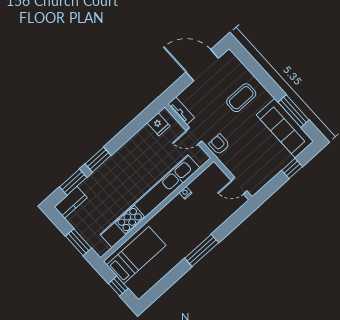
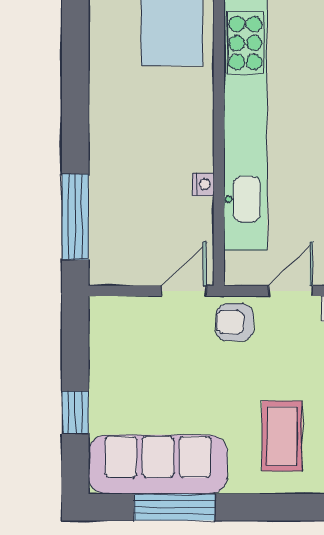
armchair: (219, 144) -> (235, 322), turned 180
door: (239, 186) -> (184, 291), moved
window: (202, 250) -> (75, 217), moved

